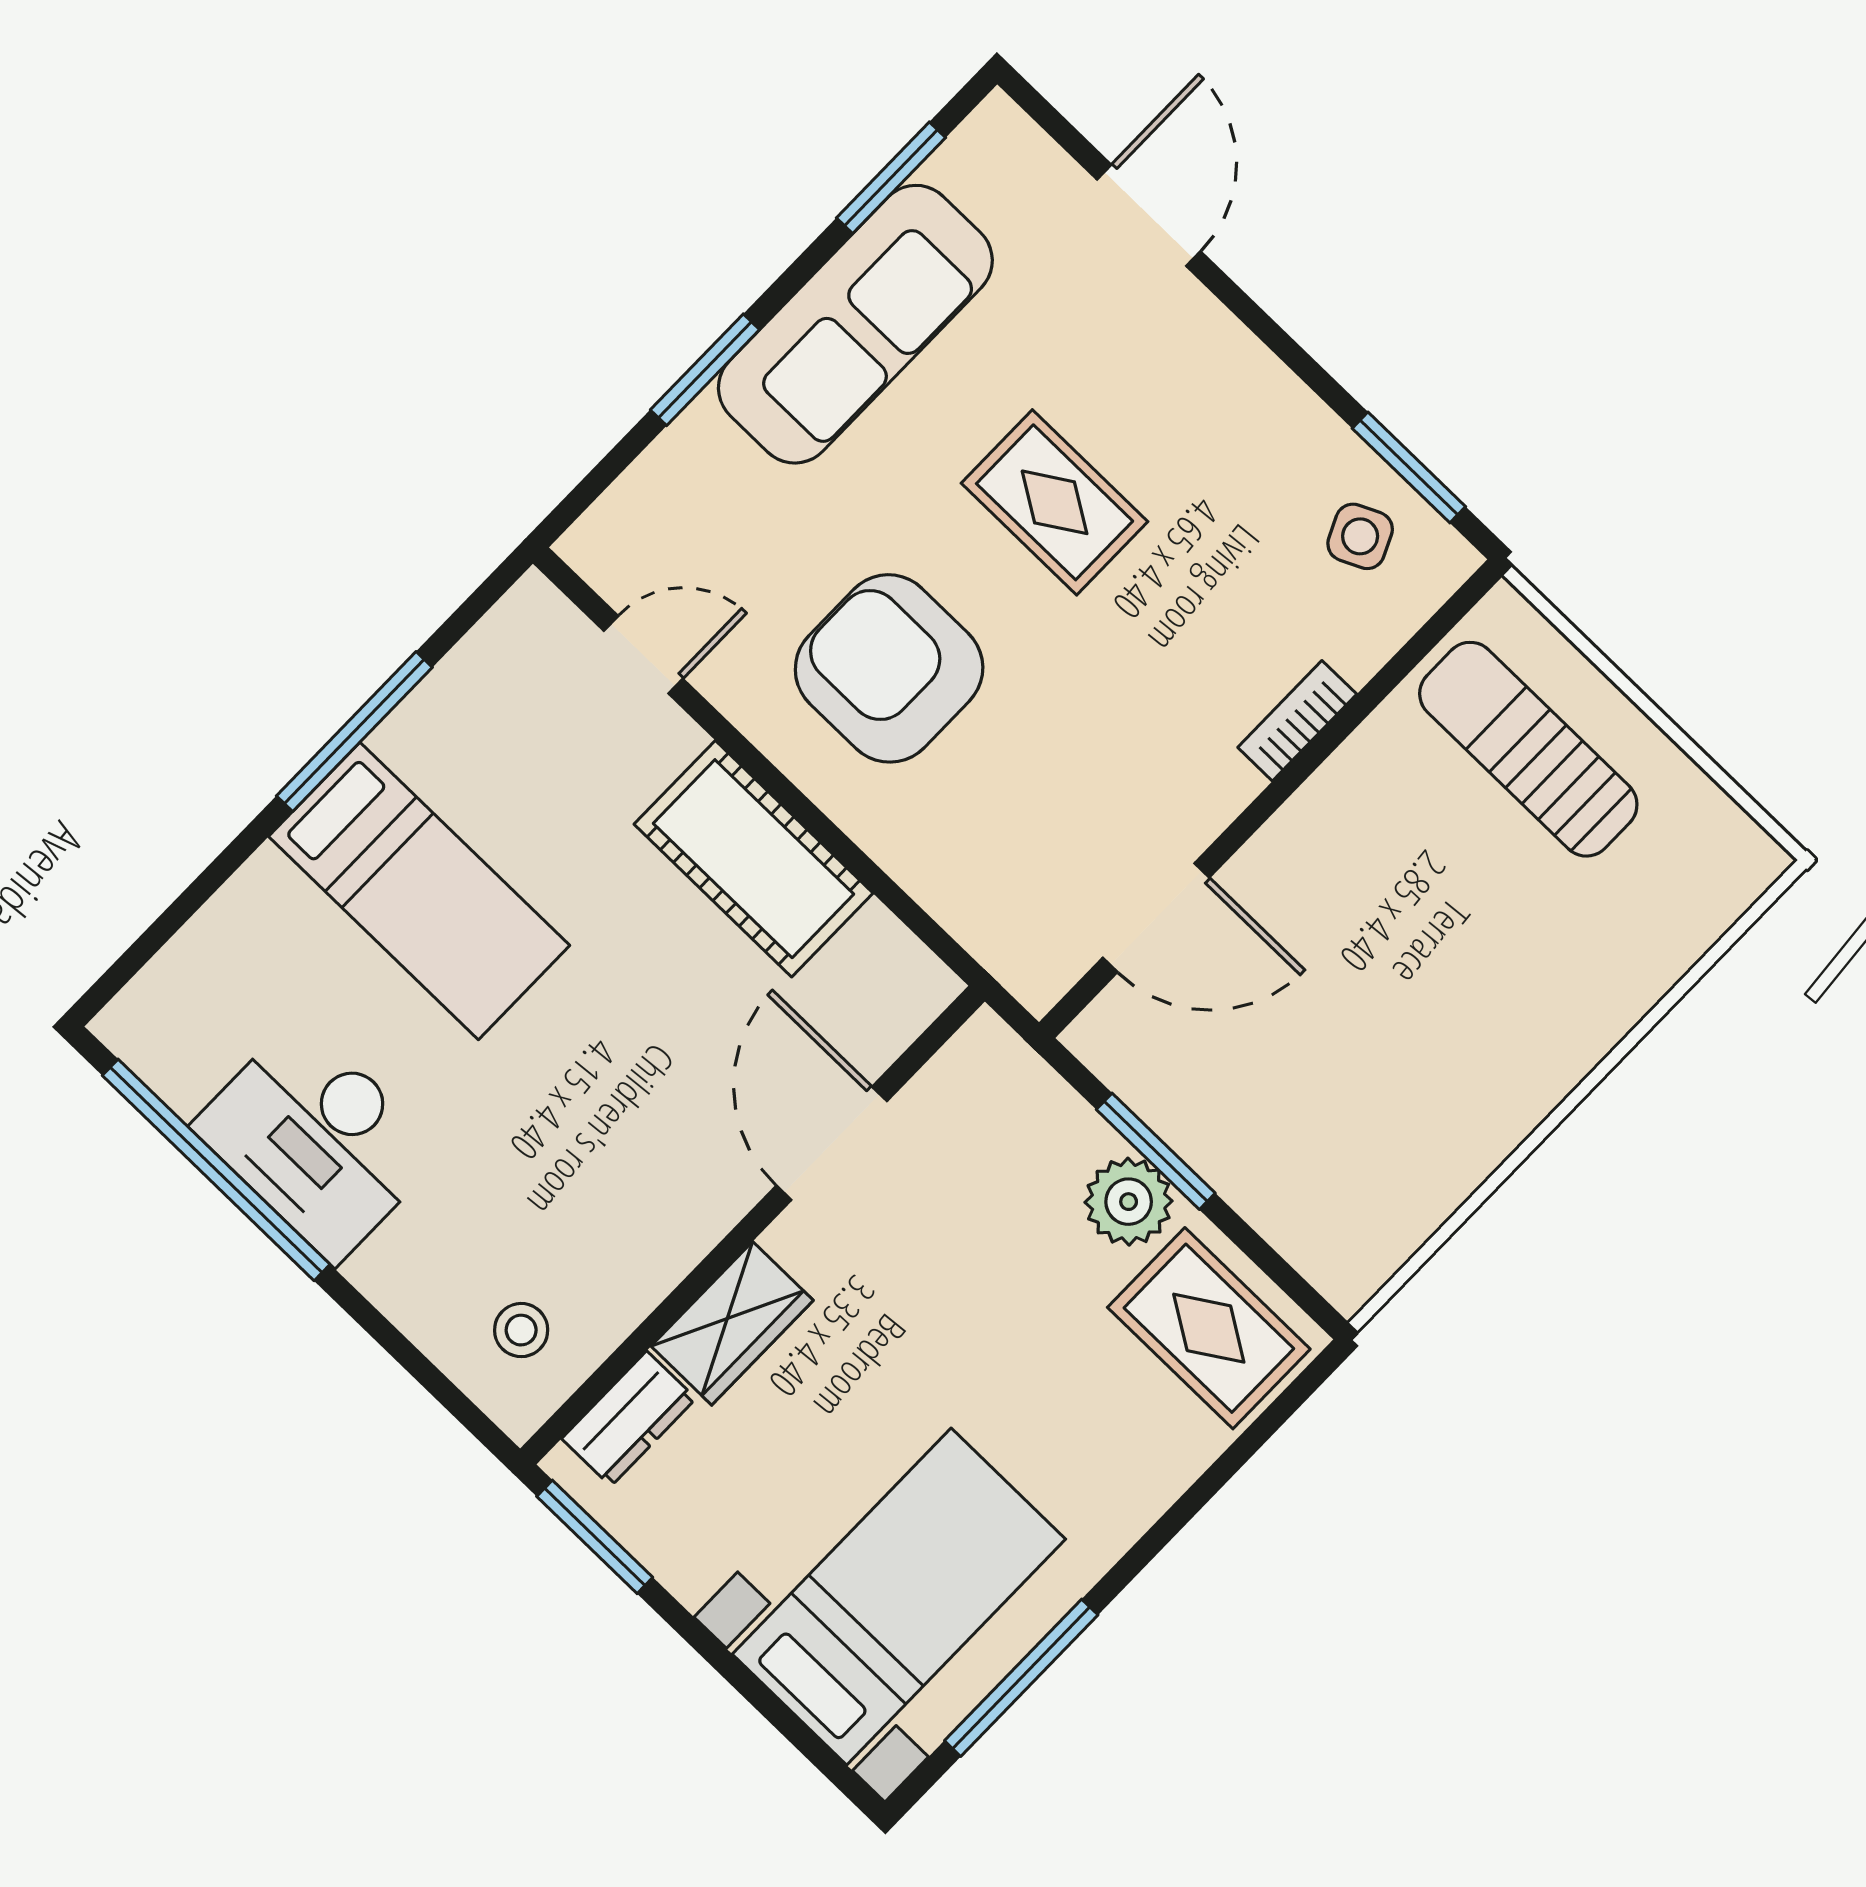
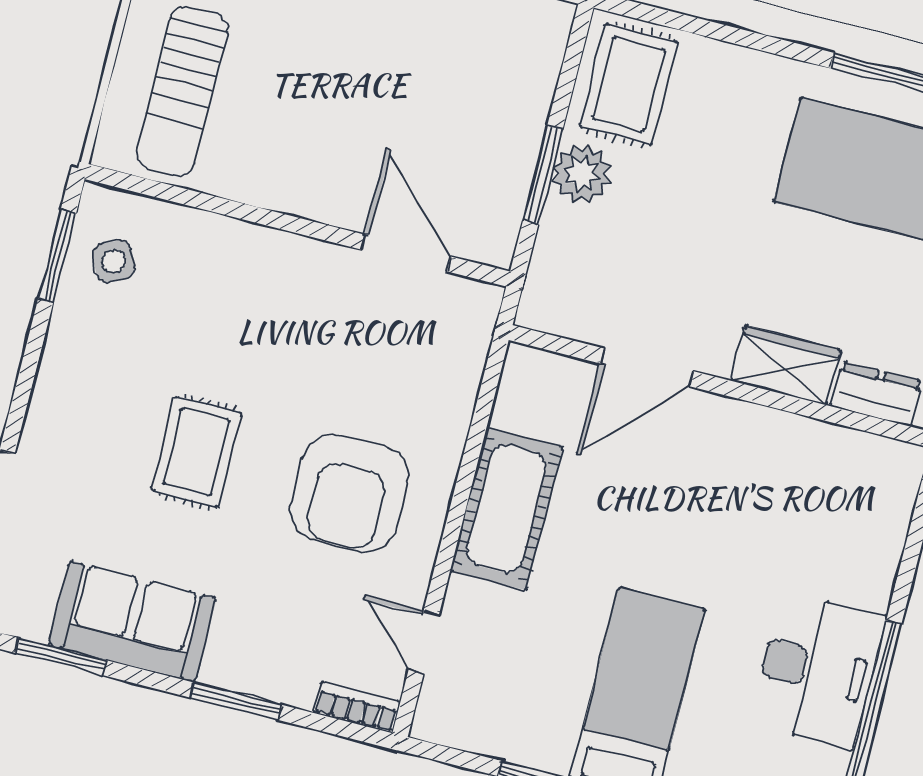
sofa: (855, 324) -> (132, 622), width x0.73
bookcase: (1297, 721) -> (357, 707), moved, turned 180
stool: (521, 1330) -> (861, 487), removed

